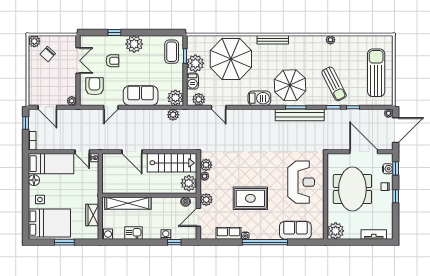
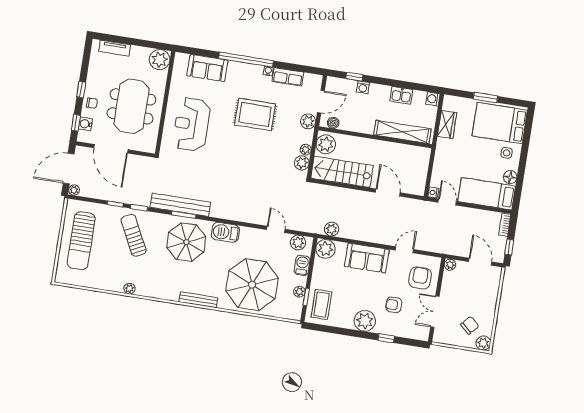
plant: (195, 63) -> (299, 292), width x0.53, depth x0.53
armchair: (94, 86) -> (420, 278), turned 180

